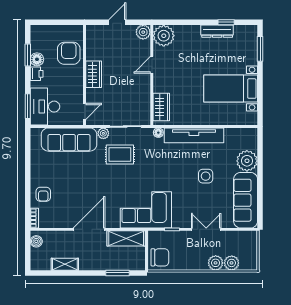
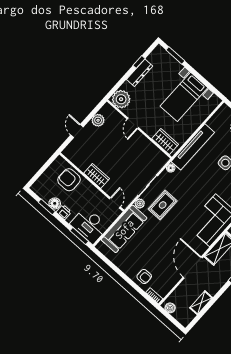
plant: (164, 36) -> (121, 99), moved
door: (152, 65) -> (133, 123), moved
wall: (152, 75) -> (139, 129), moved
wardrobe: (161, 107) -> (165, 142), moved

